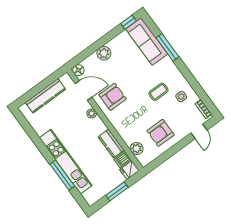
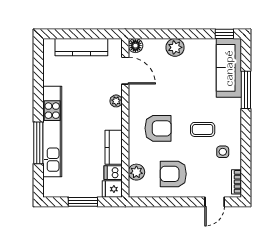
armchair: (113, 97) -> (158, 128), moved

